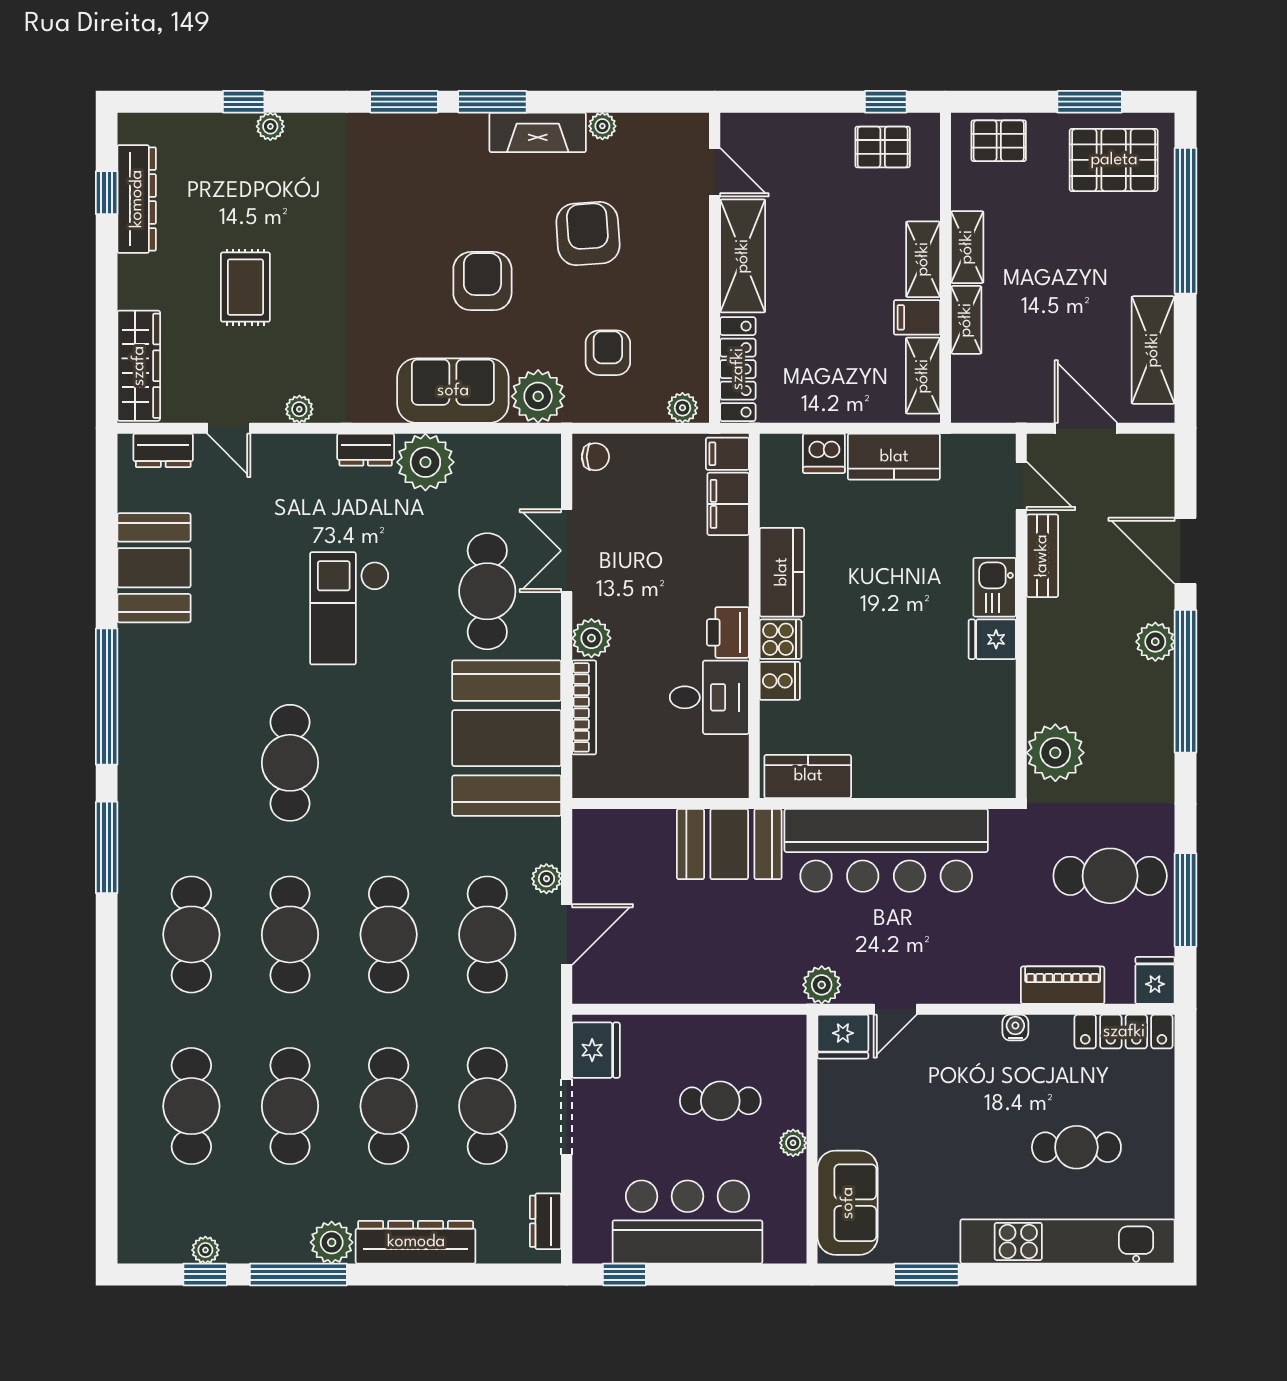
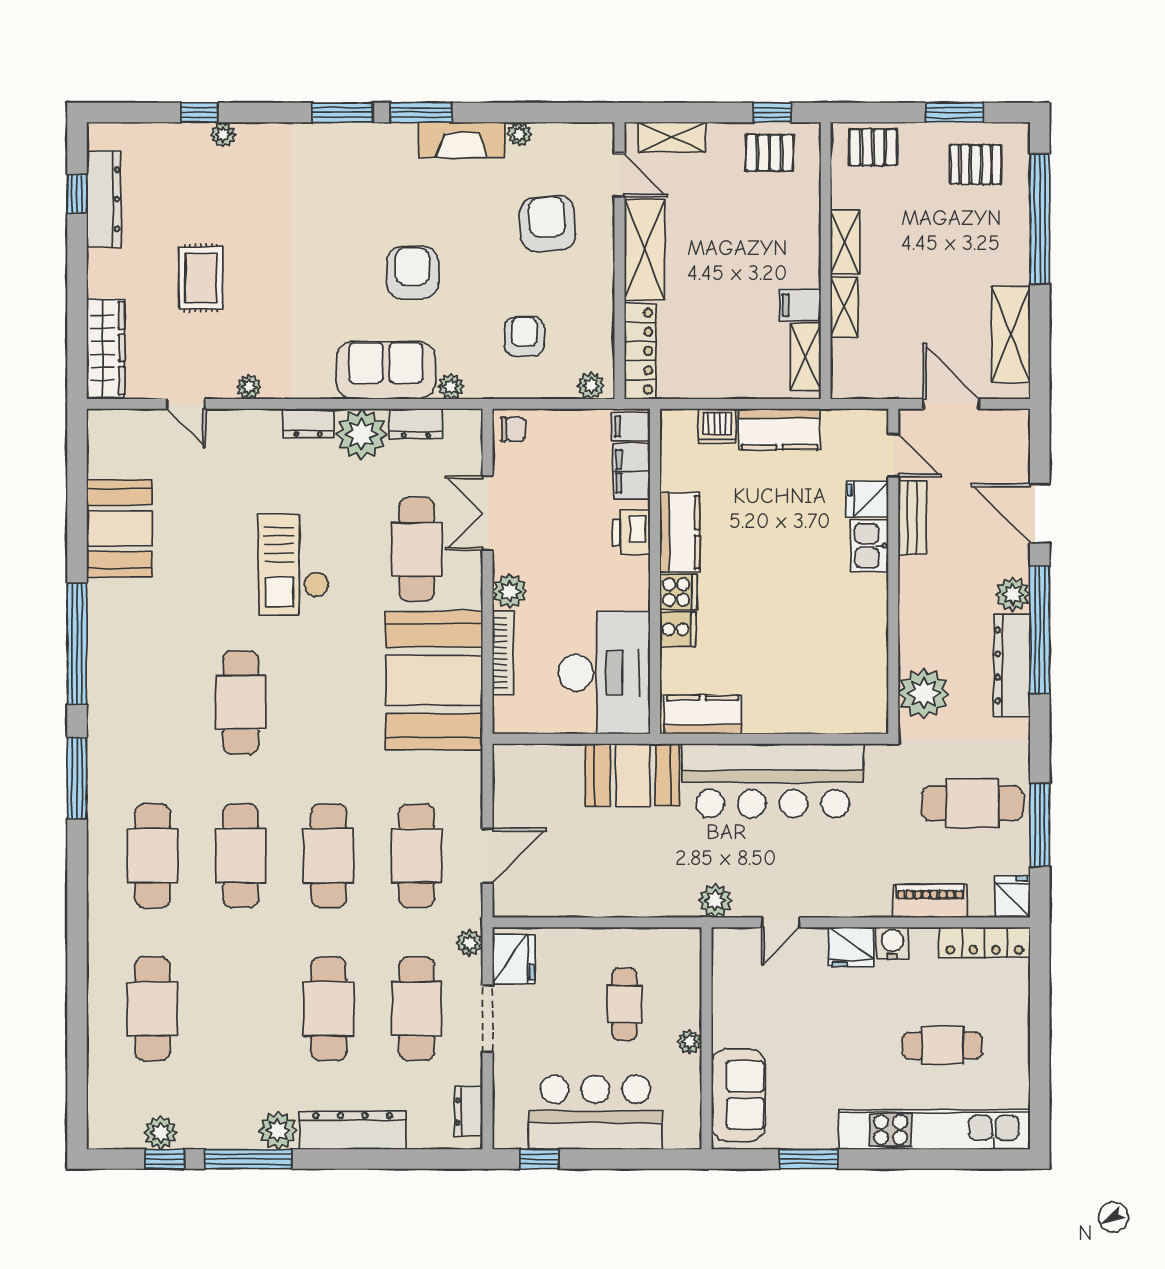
pallet: (1114, 160) -> (976, 164), width x0.67, depth x0.71
armchair: (588, 234) -> (547, 224), moved
shelving: (923, 259) -> (672, 137), moved, turned 90
plant: (538, 396) -> (451, 386), width x0.53, depth x0.53
dresser: (163, 450) -> (416, 424), moved
printer: (728, 632) -> (631, 533), moved
fridge: (992, 639) -> (867, 499), moved
desk: (709, 697) -> (604, 673), width x1.87, depth x1.30
dresser: (1154, 721) -> (1012, 665), added
plant: (546, 879) -> (469, 943), moved
water cooler: (1015, 1028) -> (892, 943), width x1.38, depth x1.38
fridge: (843, 1037) -> (851, 947), moved
cafe table: (720, 1101) -> (625, 1004), turned 90
cafe table: (290, 1106) -> (241, 1009), removed
plant: (205, 1250) -> (161, 1133), width x1.38, depth x1.38

